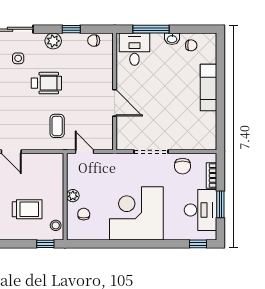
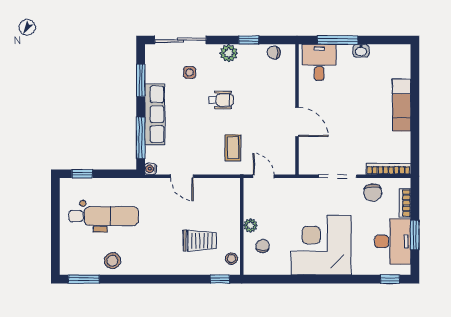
chair: (191, 45) -> (382, 58), removed
wheelchair: (46, 83) -> (221, 100), width x0.73, depth x0.73
bookcase: (197, 145) -> (388, 169), added

